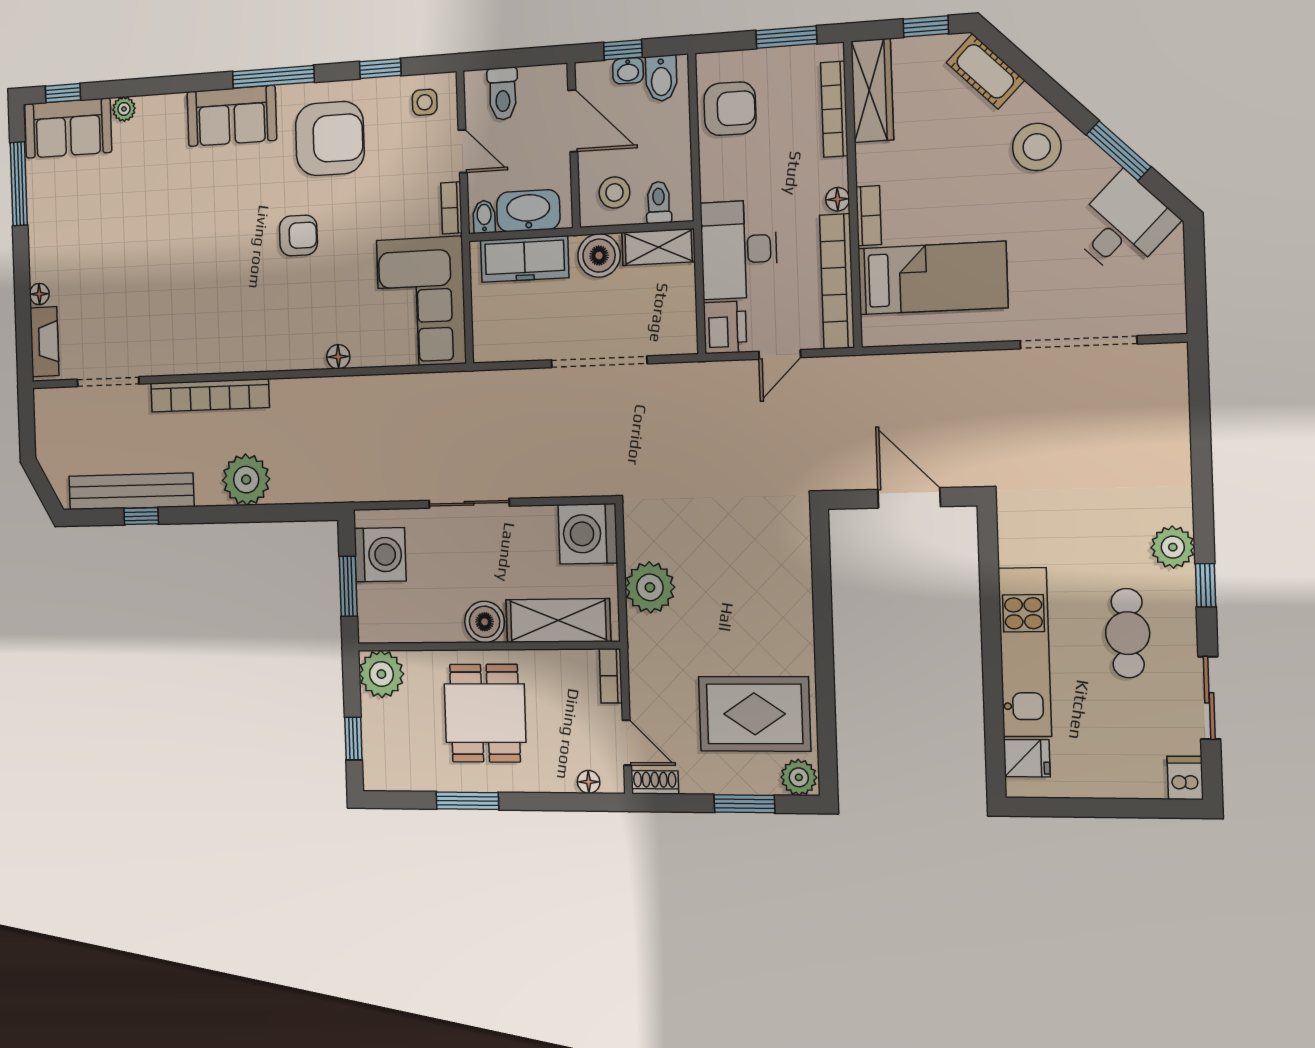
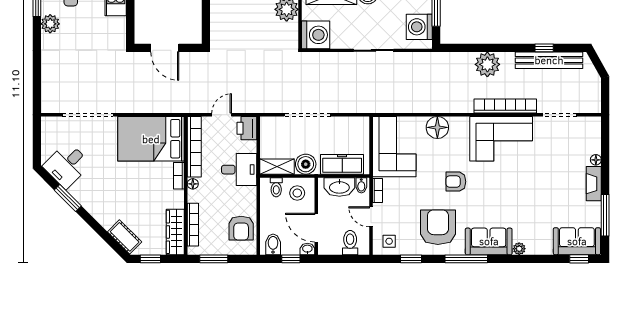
washbasin: (628, 71) -> (307, 249), moved
plant: (124, 109) -> (519, 249), moved
armchair: (730, 109) -> (241, 228), turned -90
armchair: (330, 138) -> (438, 227), turned 90
stool: (1037, 147) -> (103, 202), removed
desk: (739, 250) -> (239, 170), width x0.73
bed: (932, 278) -> (151, 139), width x1.50
corner sofa: (215, 328) -> (501, 139), added
fireplace: (45, 342) -> (594, 184), moved
floor lamp: (338, 357) -> (437, 127), width x1.89, depth x1.89

